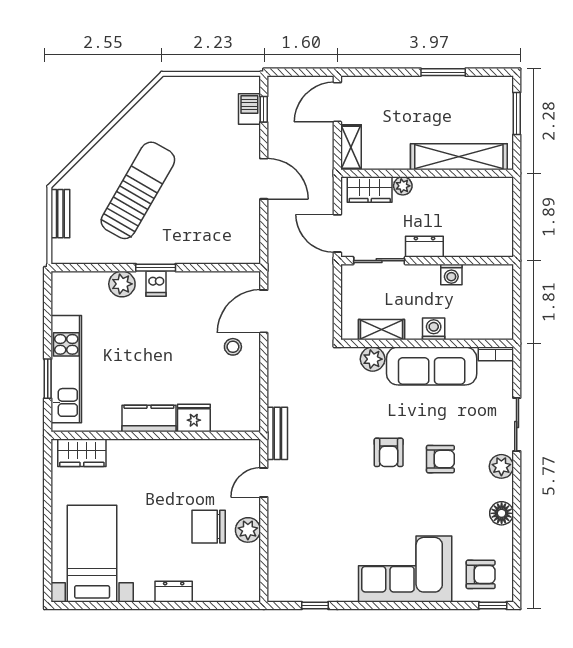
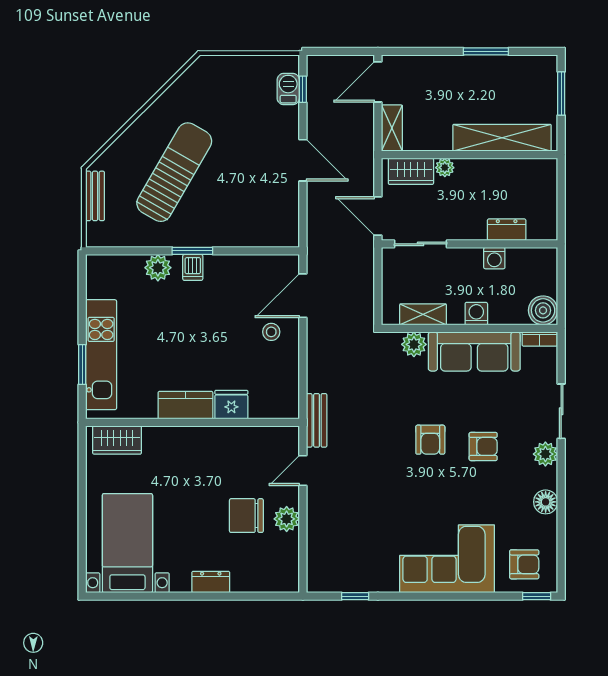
dresser: (424, 247) -> (507, 230), moved
boiler: (499, 326) -> (543, 310), added

